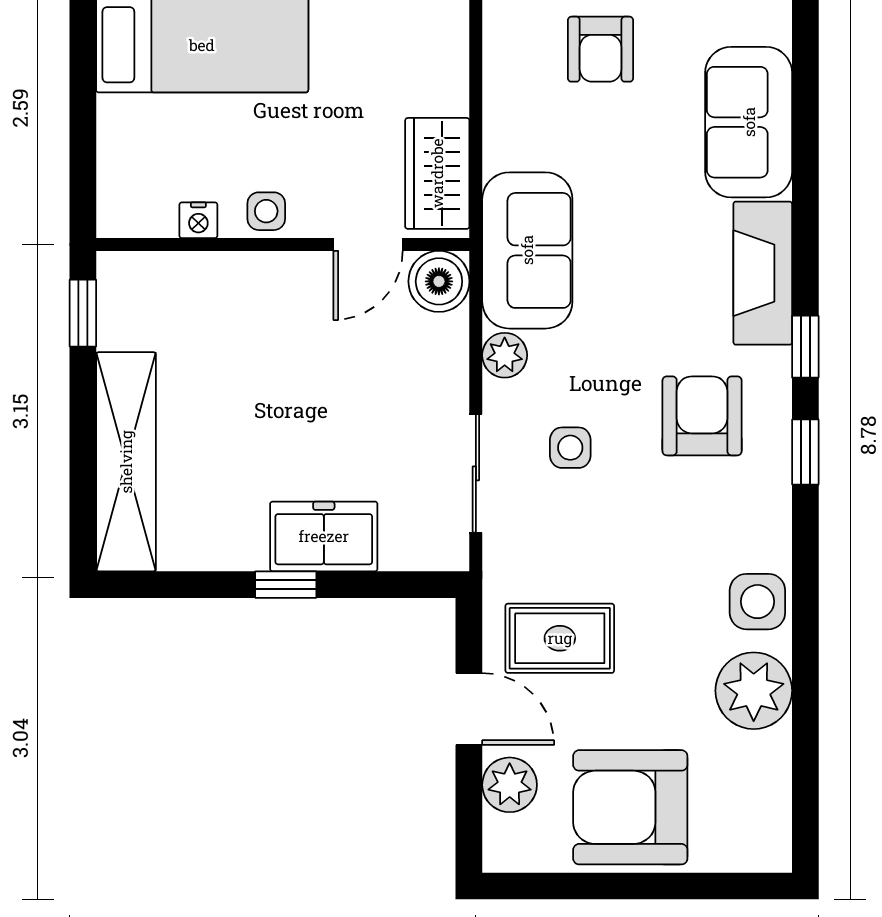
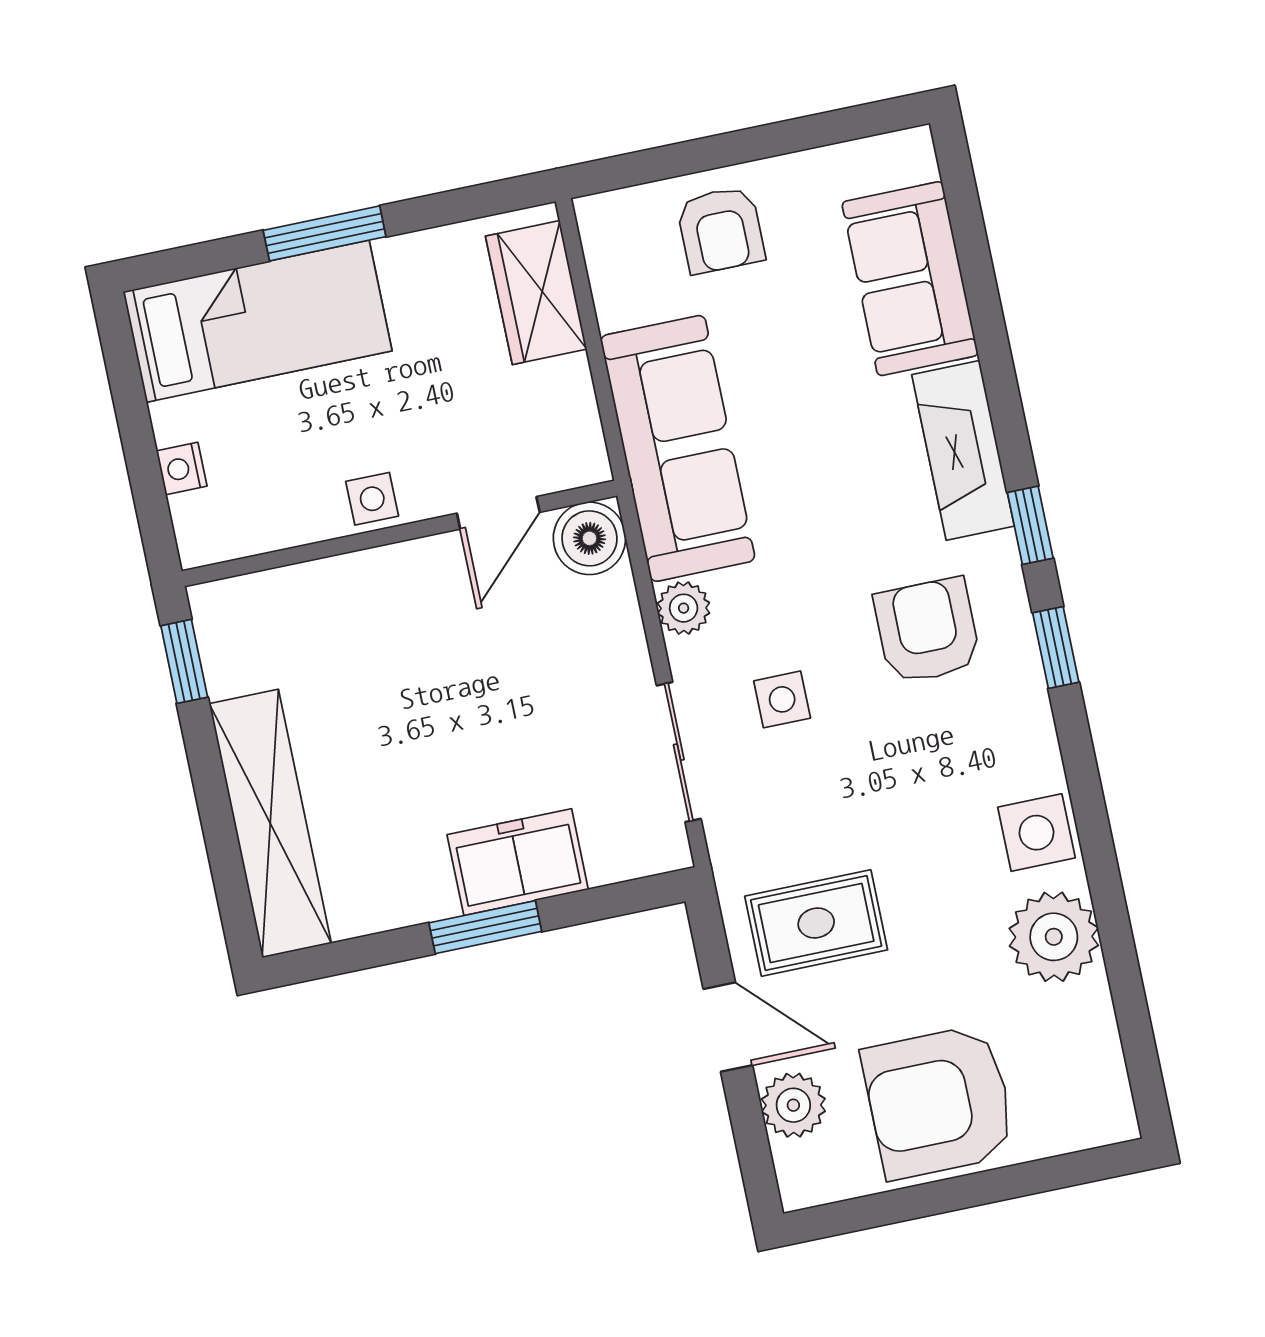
wardrobe: (437, 173) -> (536, 293), moved
nightstand: (198, 220) -> (182, 469), moved, turned 90
sofa: (527, 250) -> (678, 448), width x1.36
window: (286, 585) -> (485, 927), width x1.50

